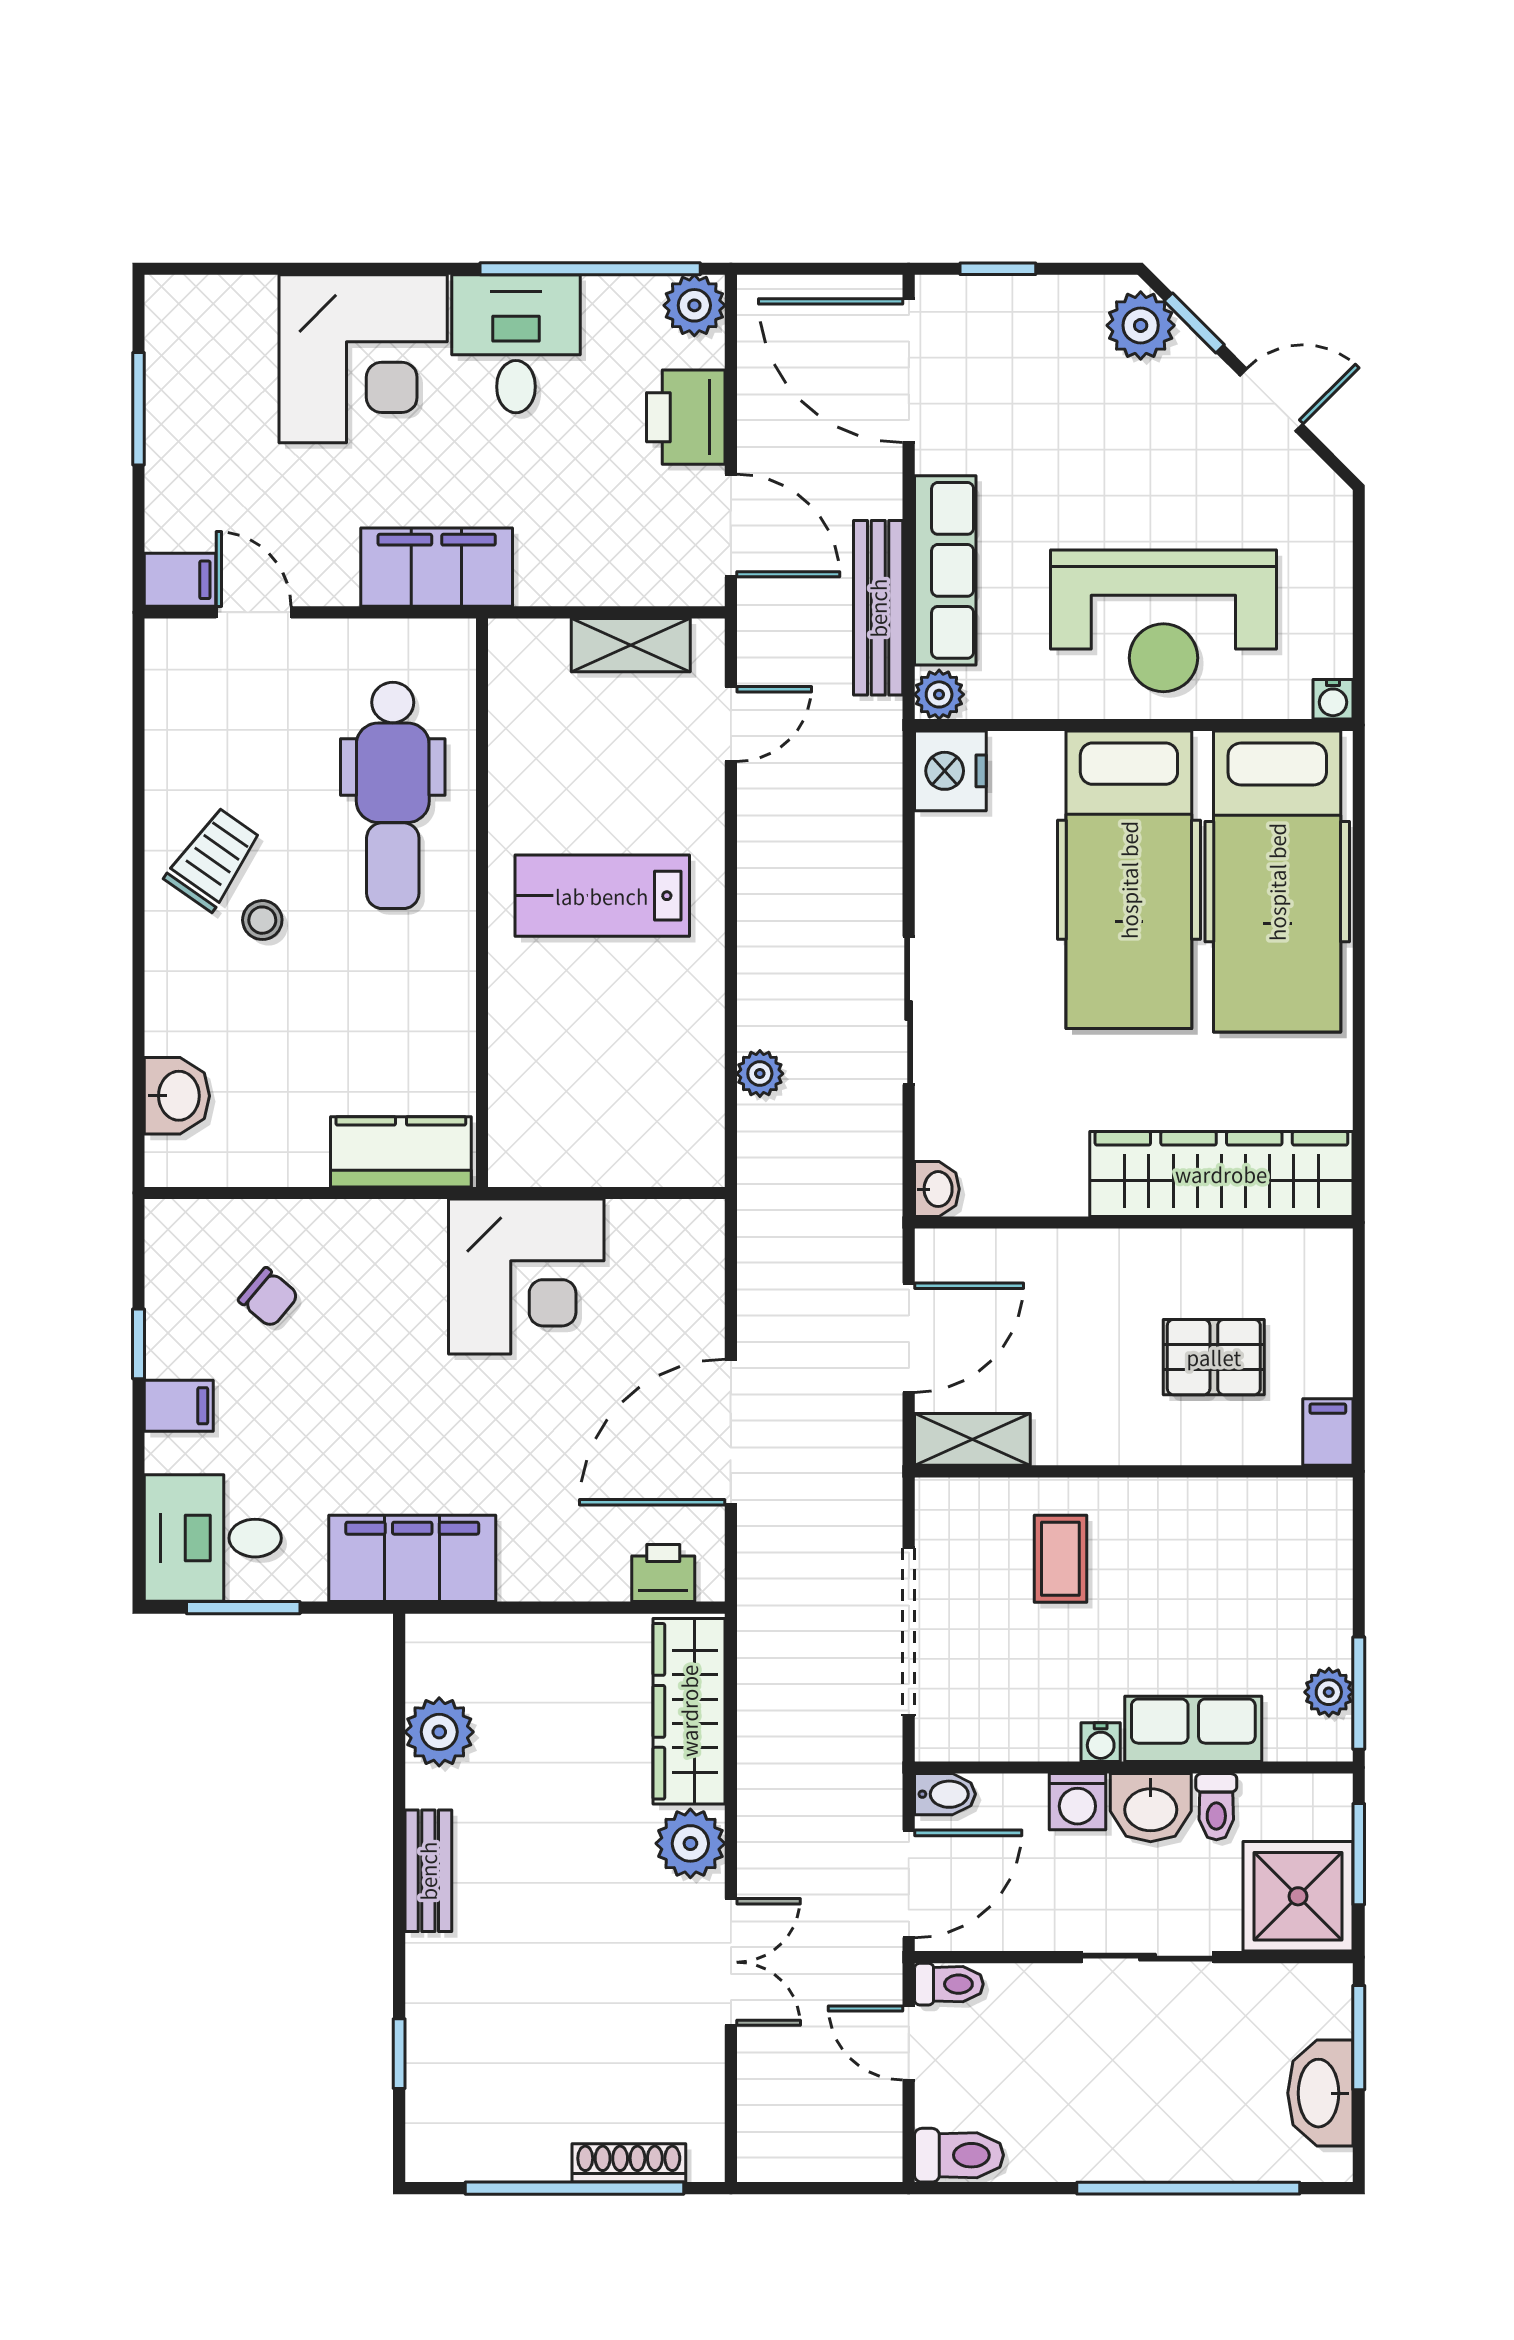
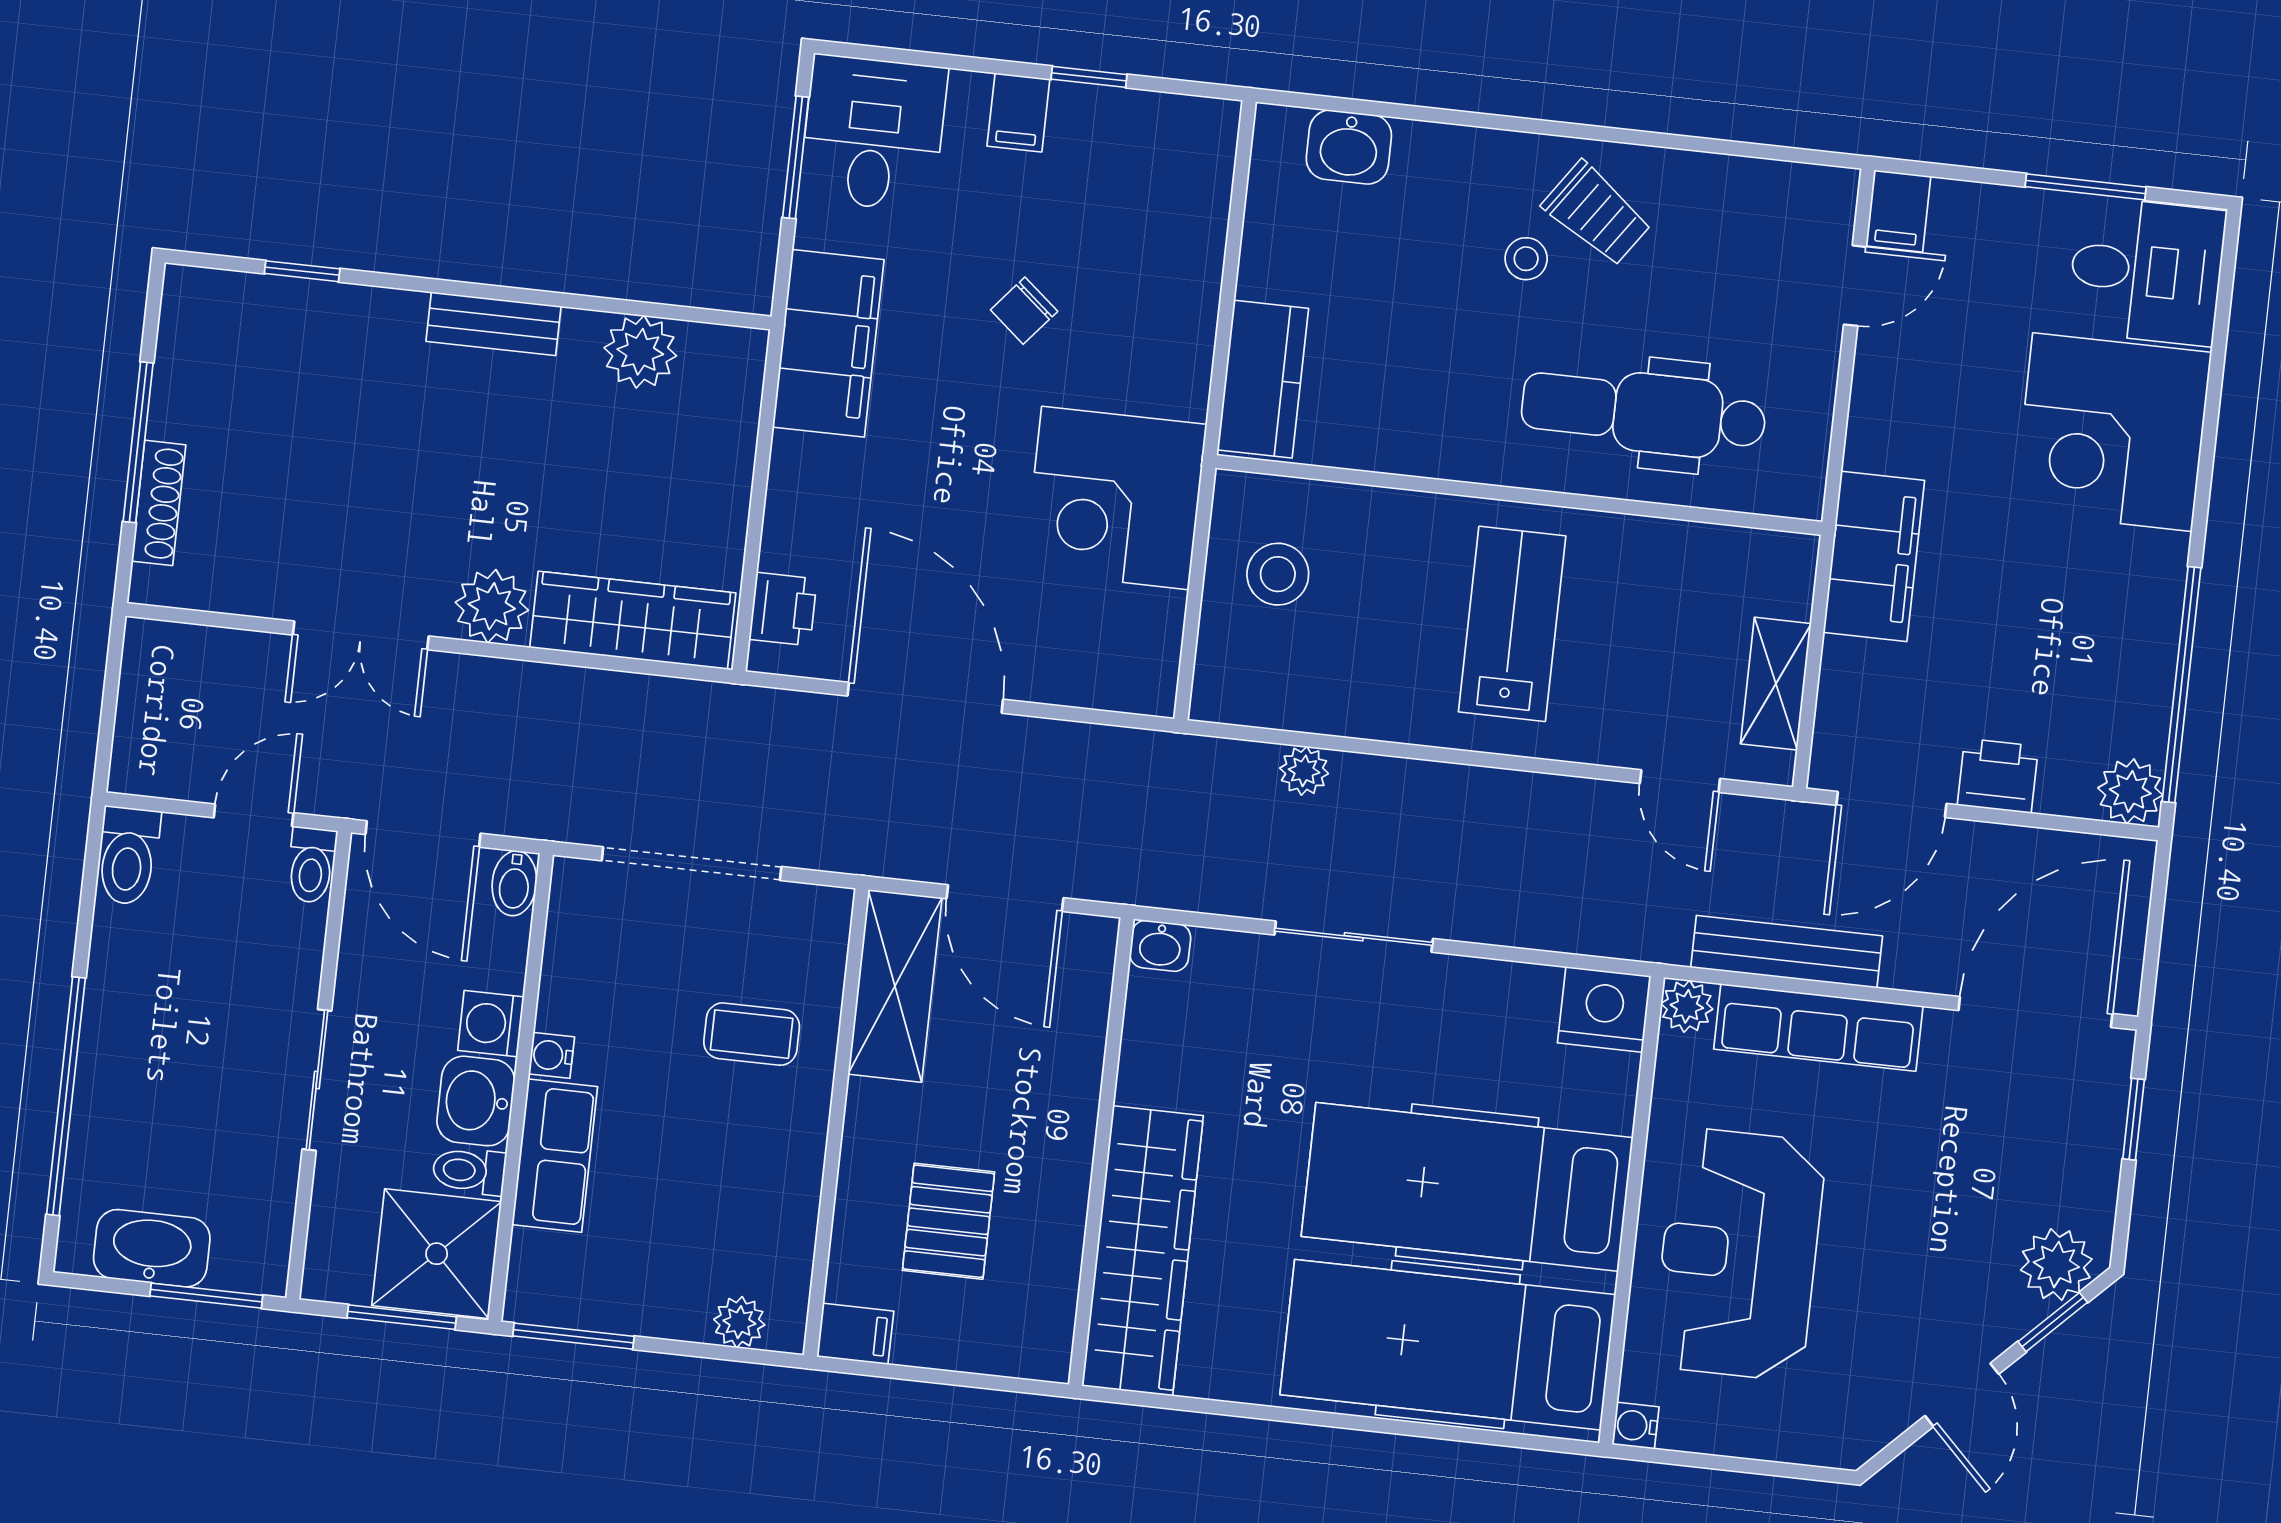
desk: (516, 344) -> (2146, 271), moved
printer: (686, 417) -> (1998, 776), width x0.73, depth x0.81
filing cabinet: (437, 567) -> (1874, 556), moved
stool: (580, 1118) -> (1278, 574), added
chair: (268, 1298) -> (1024, 311), moved
shelving: (972, 1439) -> (895, 986), width x1.50, depth x1.33
plant: (1329, 1692) -> (739, 1322), moved
shower: (1298, 1896) -> (437, 1254), moved
window: (575, 2188) -> (138, 442), width x0.68

